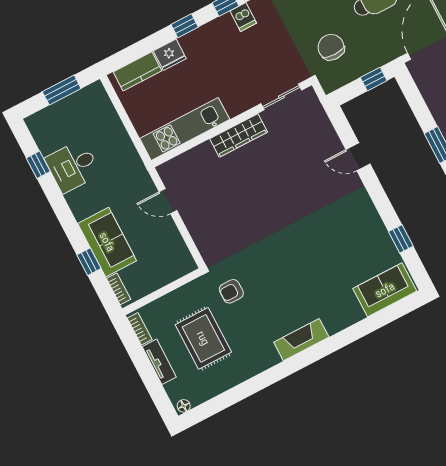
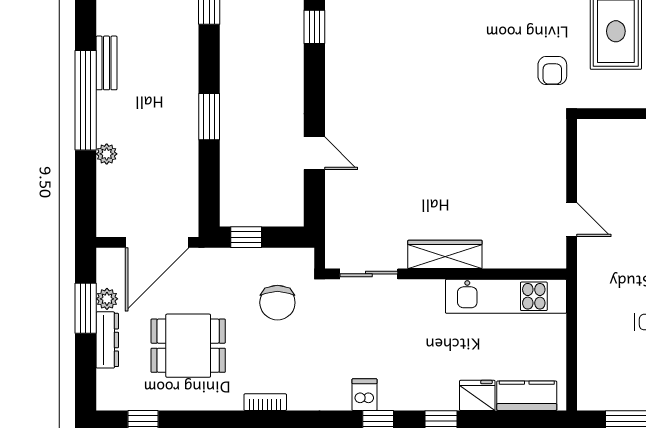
armchair: (231, 291) -> (552, 71), turned 90

